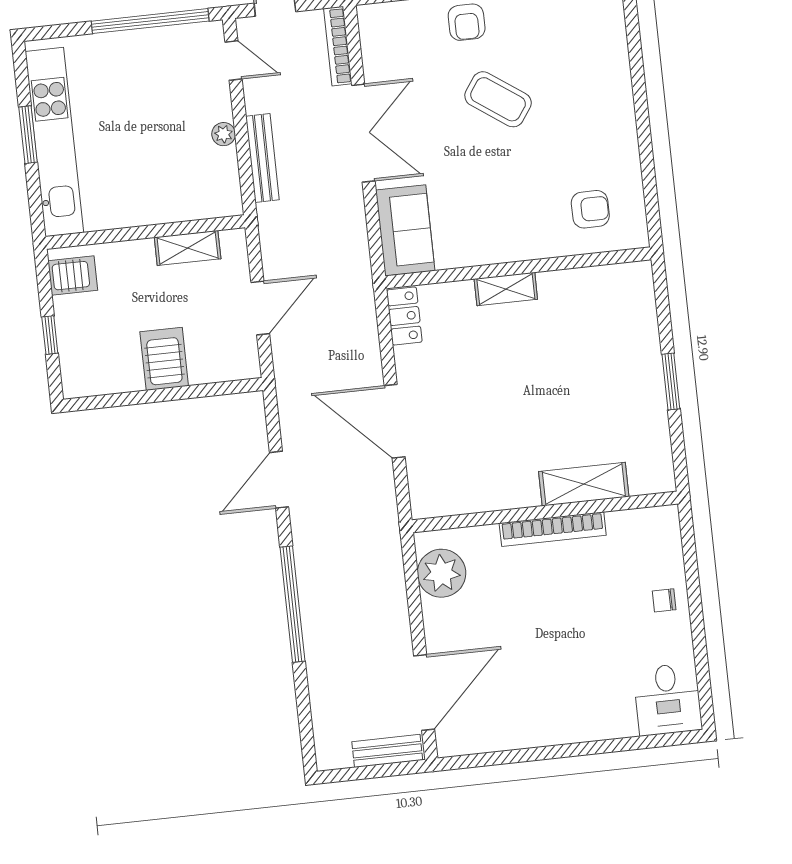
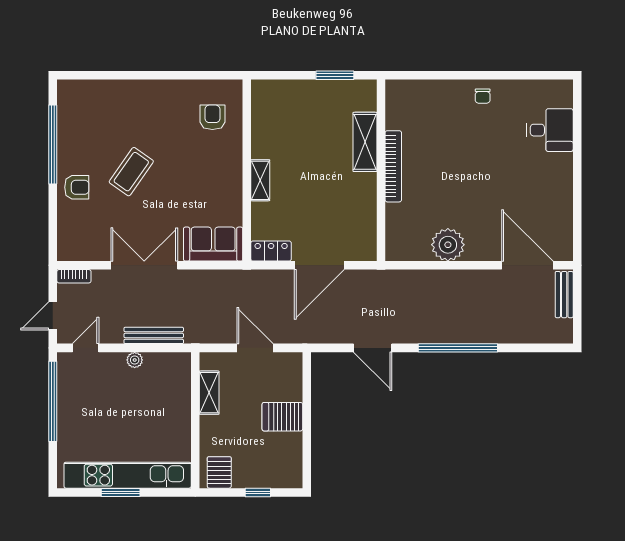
bookcase: (338, 46) -> (74, 276), width x0.64
door: (395, 421) -> (319, 265), moved
shelving: (584, 484) -> (365, 142), moved
wall: (545, 512) -> (381, 170), moved
bookcase: (553, 529) -> (393, 166), moved
desk: (668, 699) -> (550, 130), moved

